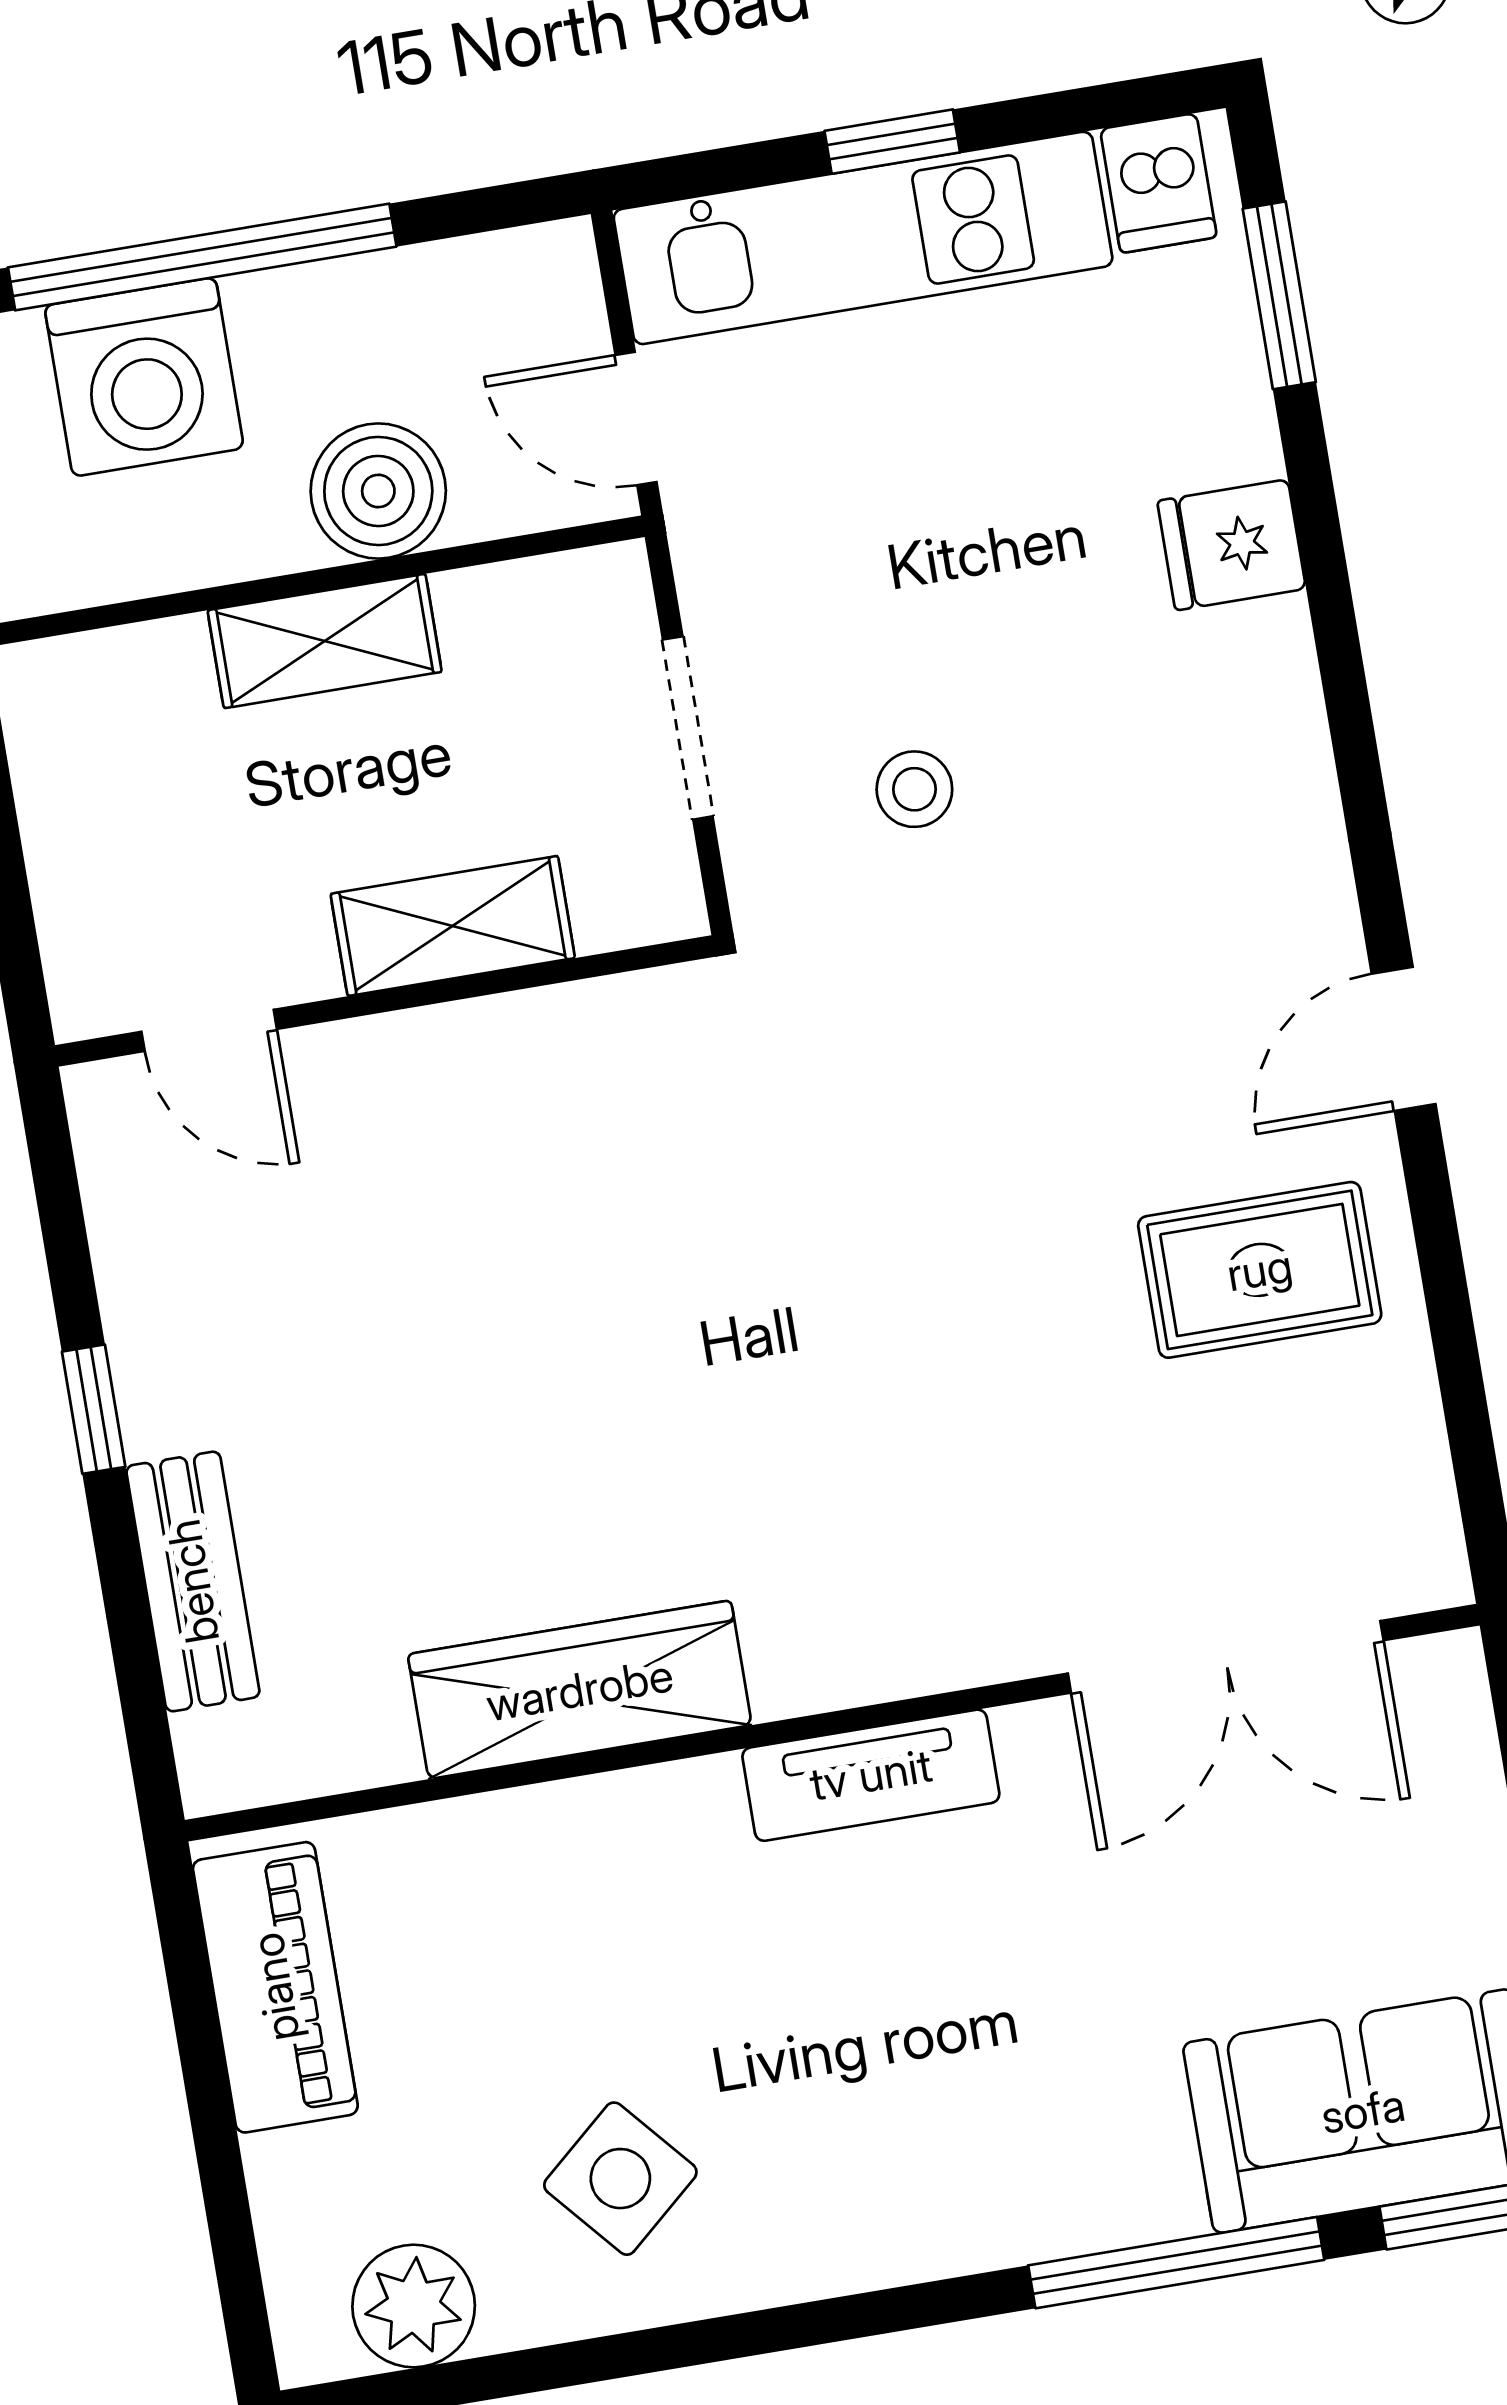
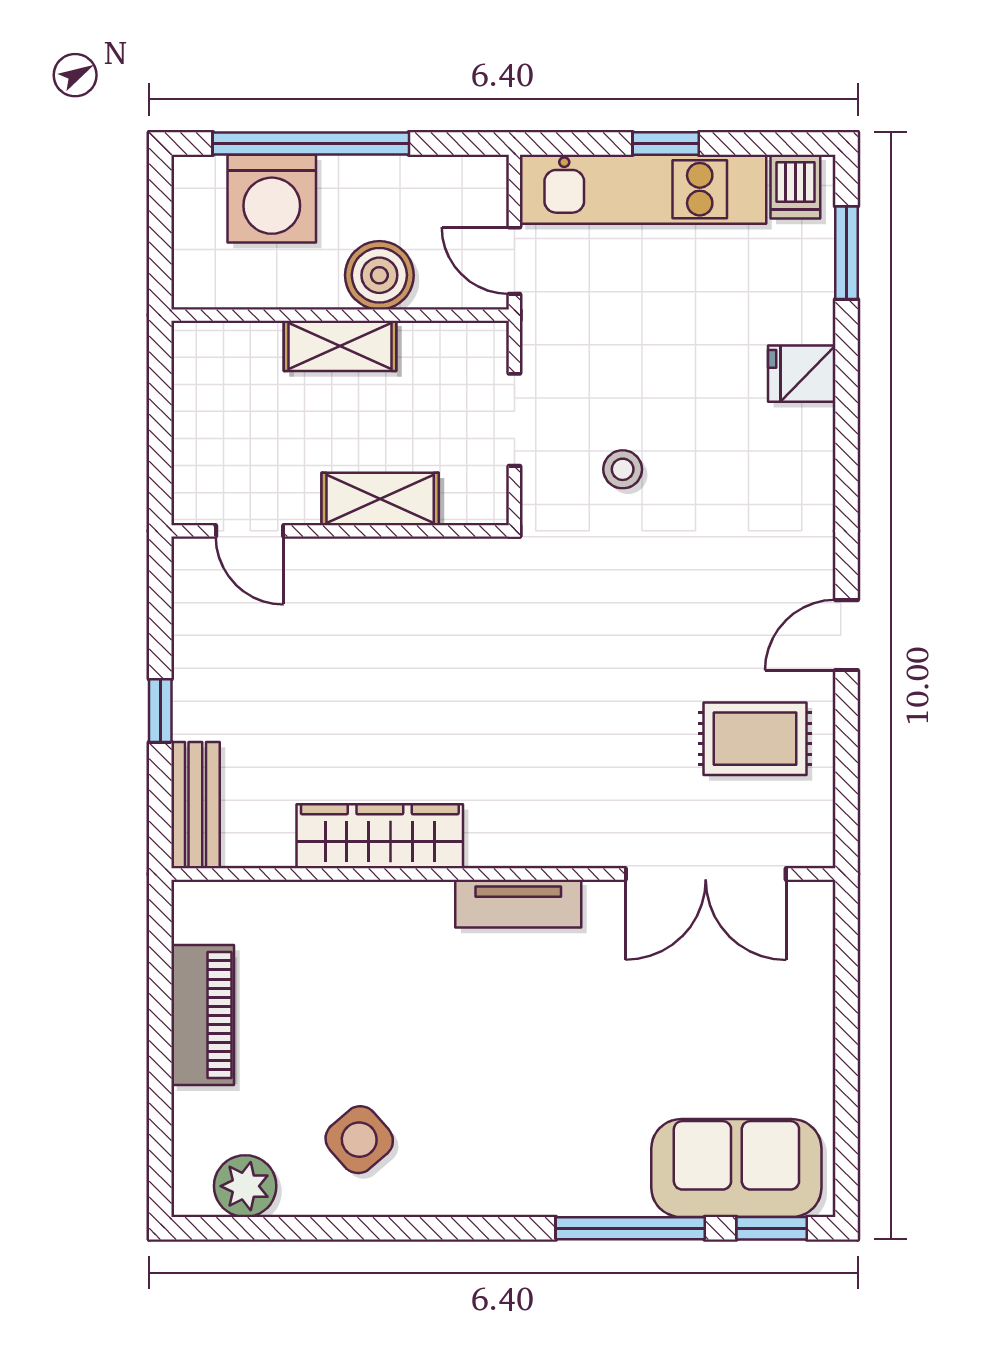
double door: (1226, 1657) -> (706, 874), moved
wardrobe: (580, 1690) -> (380, 836), moved
wall: (832, 1723) -> (503, 874), moved
tv unit: (871, 1775) -> (518, 904), moved

